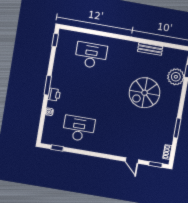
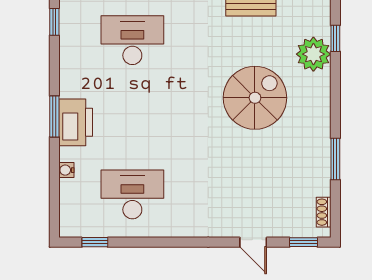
spiral stairs: (145, 93) -> (255, 98), turned 180
printer: (54, 95) -> (76, 122), width x1.87, depth x1.48

